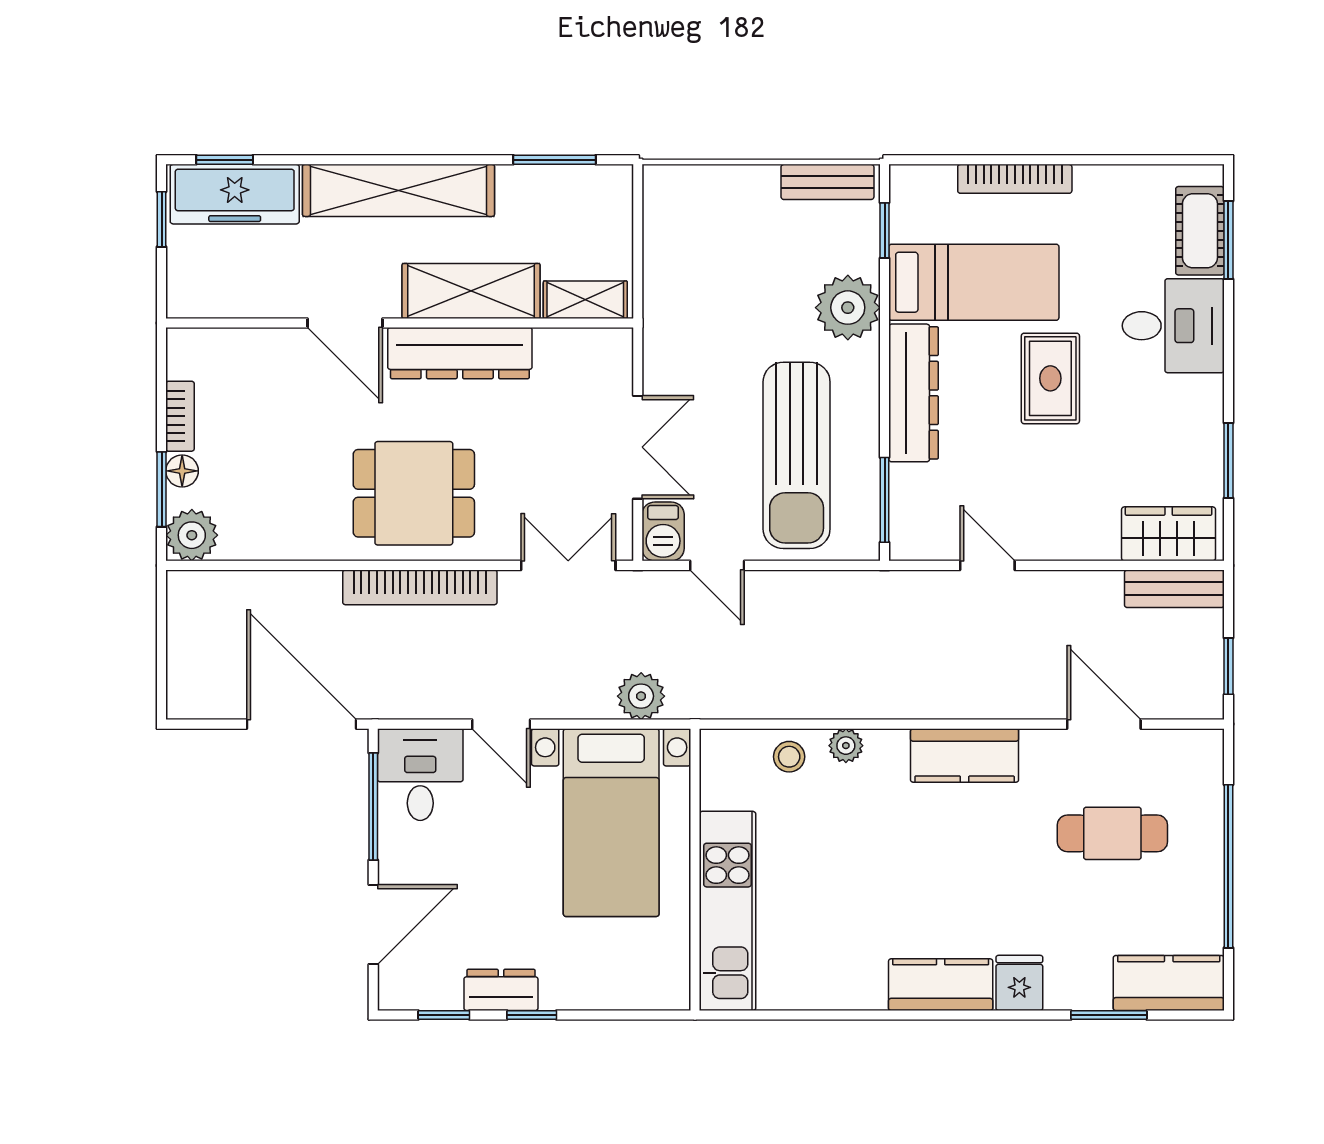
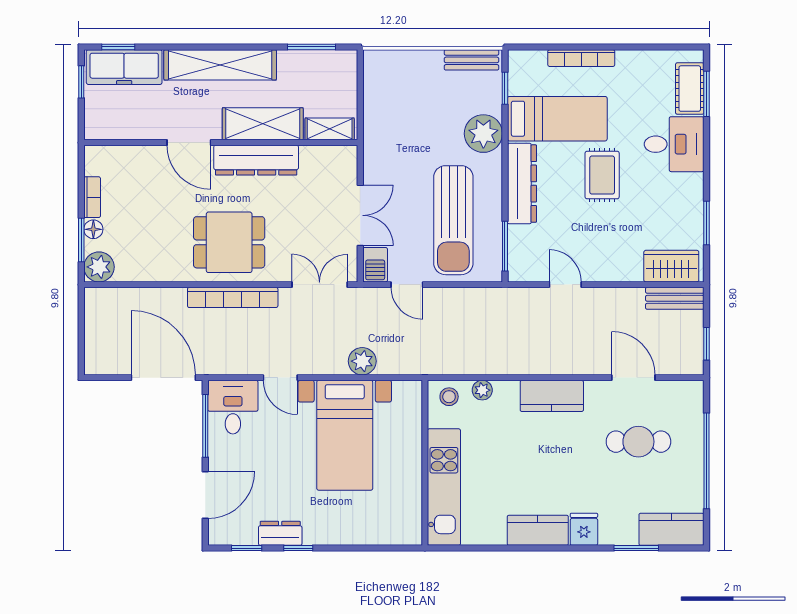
wall: (695, 870) -> (425, 463), moved
kitchen unit: (727, 911) -> (444, 487), moved

